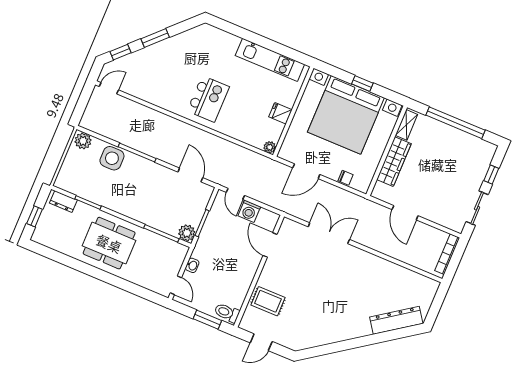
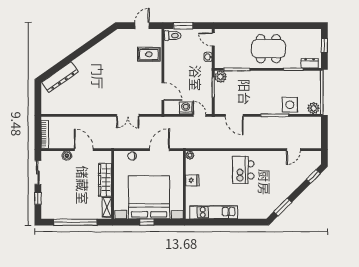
window: (155, 38) -> (283, 207), moved
door: (109, 88) -> (293, 150), moved
boiler: (430, 214) -> (67, 156), added
double door: (329, 233) -> (128, 115), width x0.73

